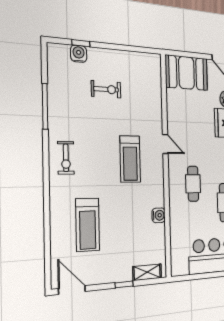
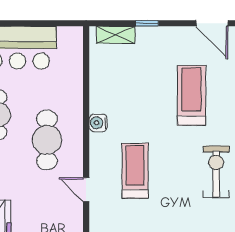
exercise bike: (66, 158) -> (216, 172), width x1.38, depth x1.39
cafe table: (193, 184) -> (47, 140), width x1.37, depth x1.35
water cooler: (159, 215) -> (98, 123), moved

